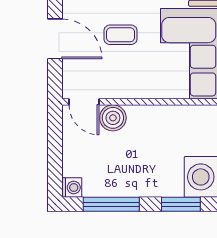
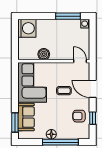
boiler: (113, 118) -> (44, 54), moved
window: (181, 204) -> (37, 16), removed

